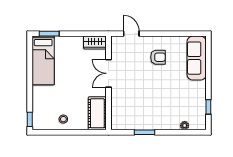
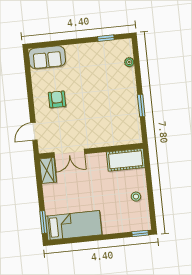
sofa: (197, 58) -> (47, 57), width x0.73
double door: (109, 73) -> (69, 153), moved

